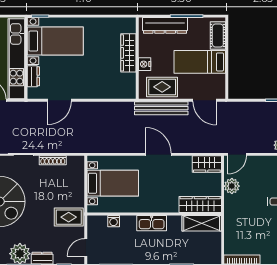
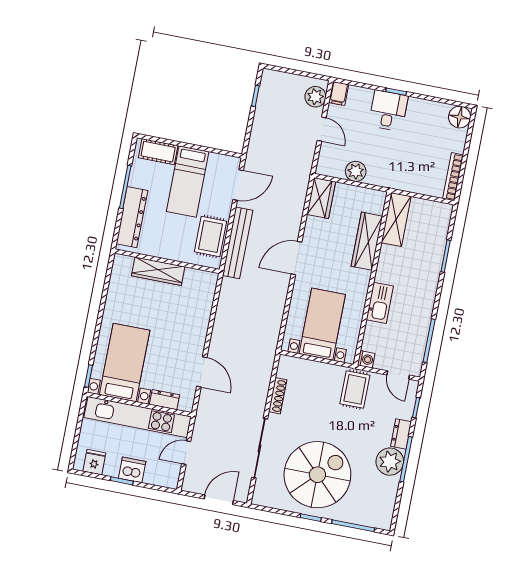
nightstand: (145, 64) -> (177, 253), removed
door: (237, 154) -> (322, 129), moved
wardrobe: (200, 204) -> (367, 241), moved
washing machine: (114, 221) -> (366, 359), moved
kitchen sink: (152, 223) -> (380, 303), moved

